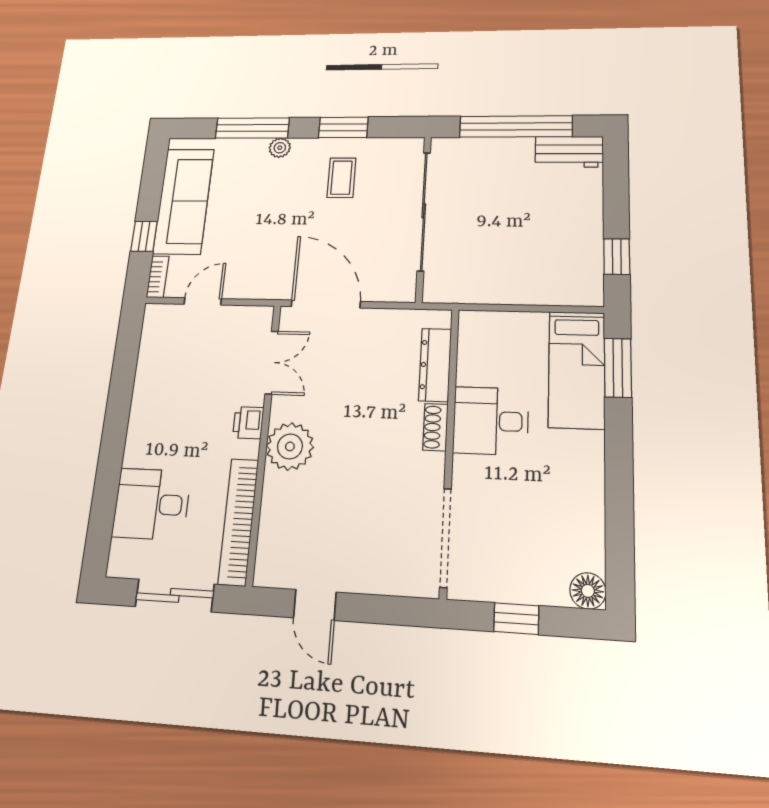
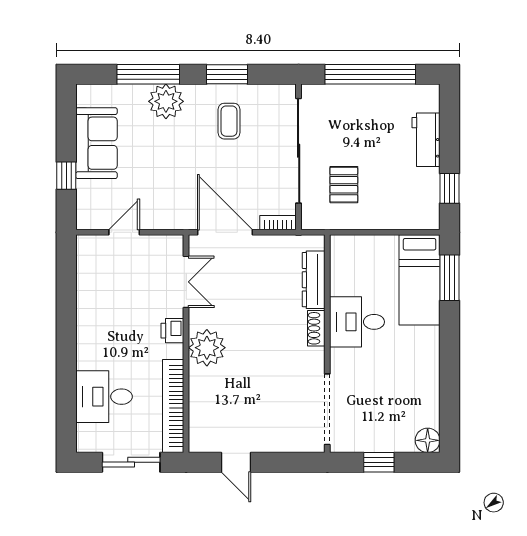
plant: (280, 148) -> (166, 101), width x1.88, depth x1.88
workbench: (569, 152) -> (426, 140), moved, turned 90
sofa: (184, 201) -> (96, 143), width x0.73
pallet: (479, 250) -> (344, 185), added
bookcase: (158, 277) -> (278, 223), moved, turned -90

